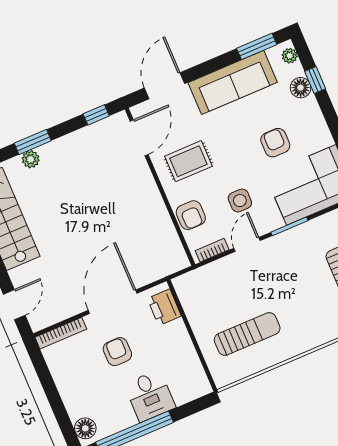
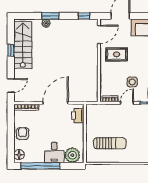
armchair: (191, 215) -> (107, 79), removed
armchair: (117, 352) -> (23, 134), moved
plant: (186, 386) -> (72, 155), added

